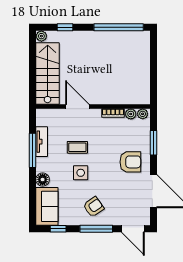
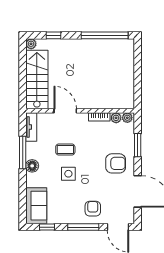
tv unit: (42, 142) -> (31, 127), moved
floor lamp: (43, 180) -> (32, 166), moved
armchair: (94, 207) -> (93, 209), moved, turned -55

